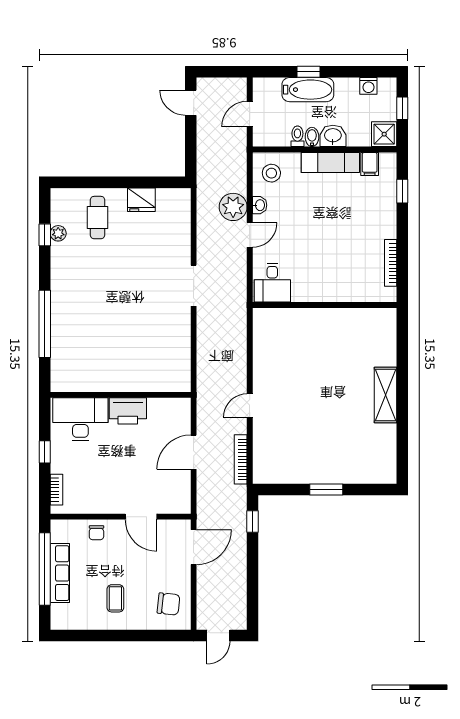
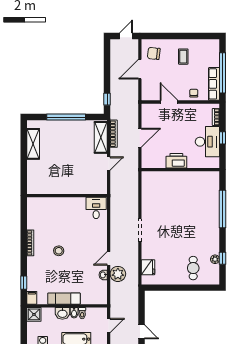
window: (402, 108) -> (24, 329), removed
filing cabinet: (370, 164) -> (32, 298), moved
stool: (271, 173) -> (59, 251), moved
fridge: (141, 200) -> (148, 267), moved, turned 90
desk: (272, 283) -> (96, 208), moved
wall: (325, 305) -> (67, 196), moved
shelving: (386, 395) -> (33, 144), moved
desk: (80, 419) -> (207, 142), moved, turned -90
shelving: (264, 453) -> (101, 137), added
window: (326, 489) -> (66, 117), width x2.11
door: (194, 547) -> (140, 69), moved
row of seats: (60, 573) -> (214, 84), moved

